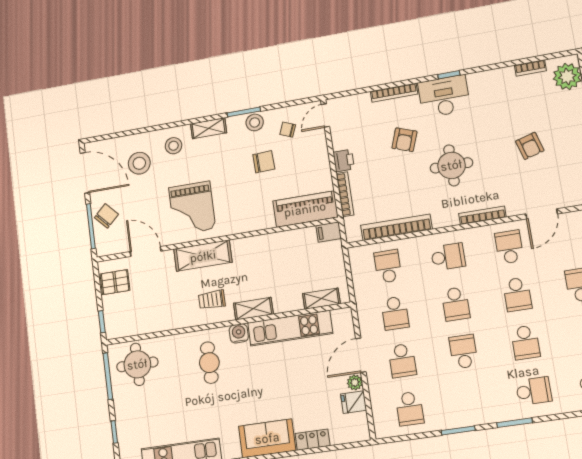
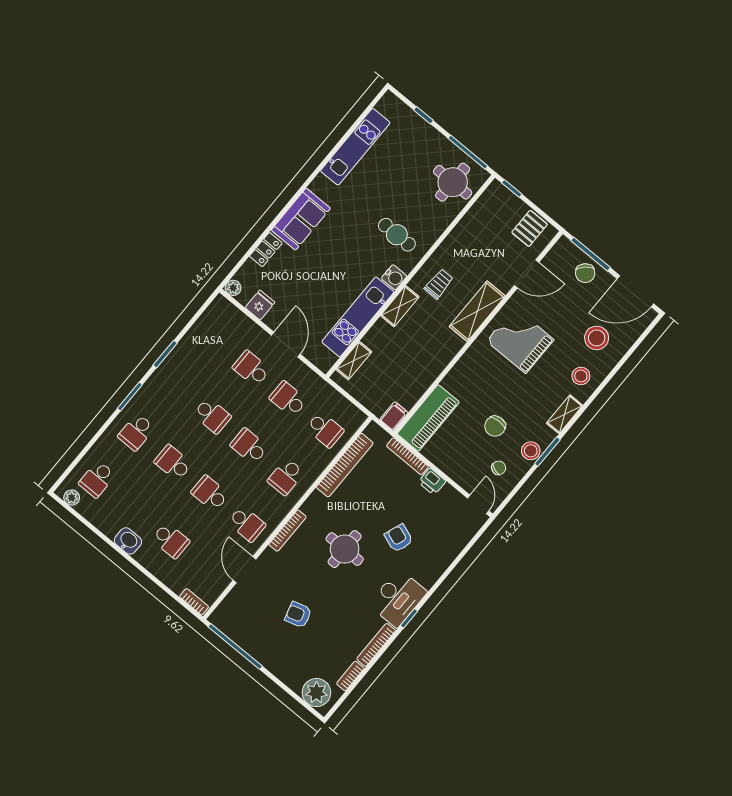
bookcase: (394, 93) -> (376, 645), moved
plant: (355, 382) -> (233, 288), moved
school desk: (410, 409) -> (214, 338), removed

